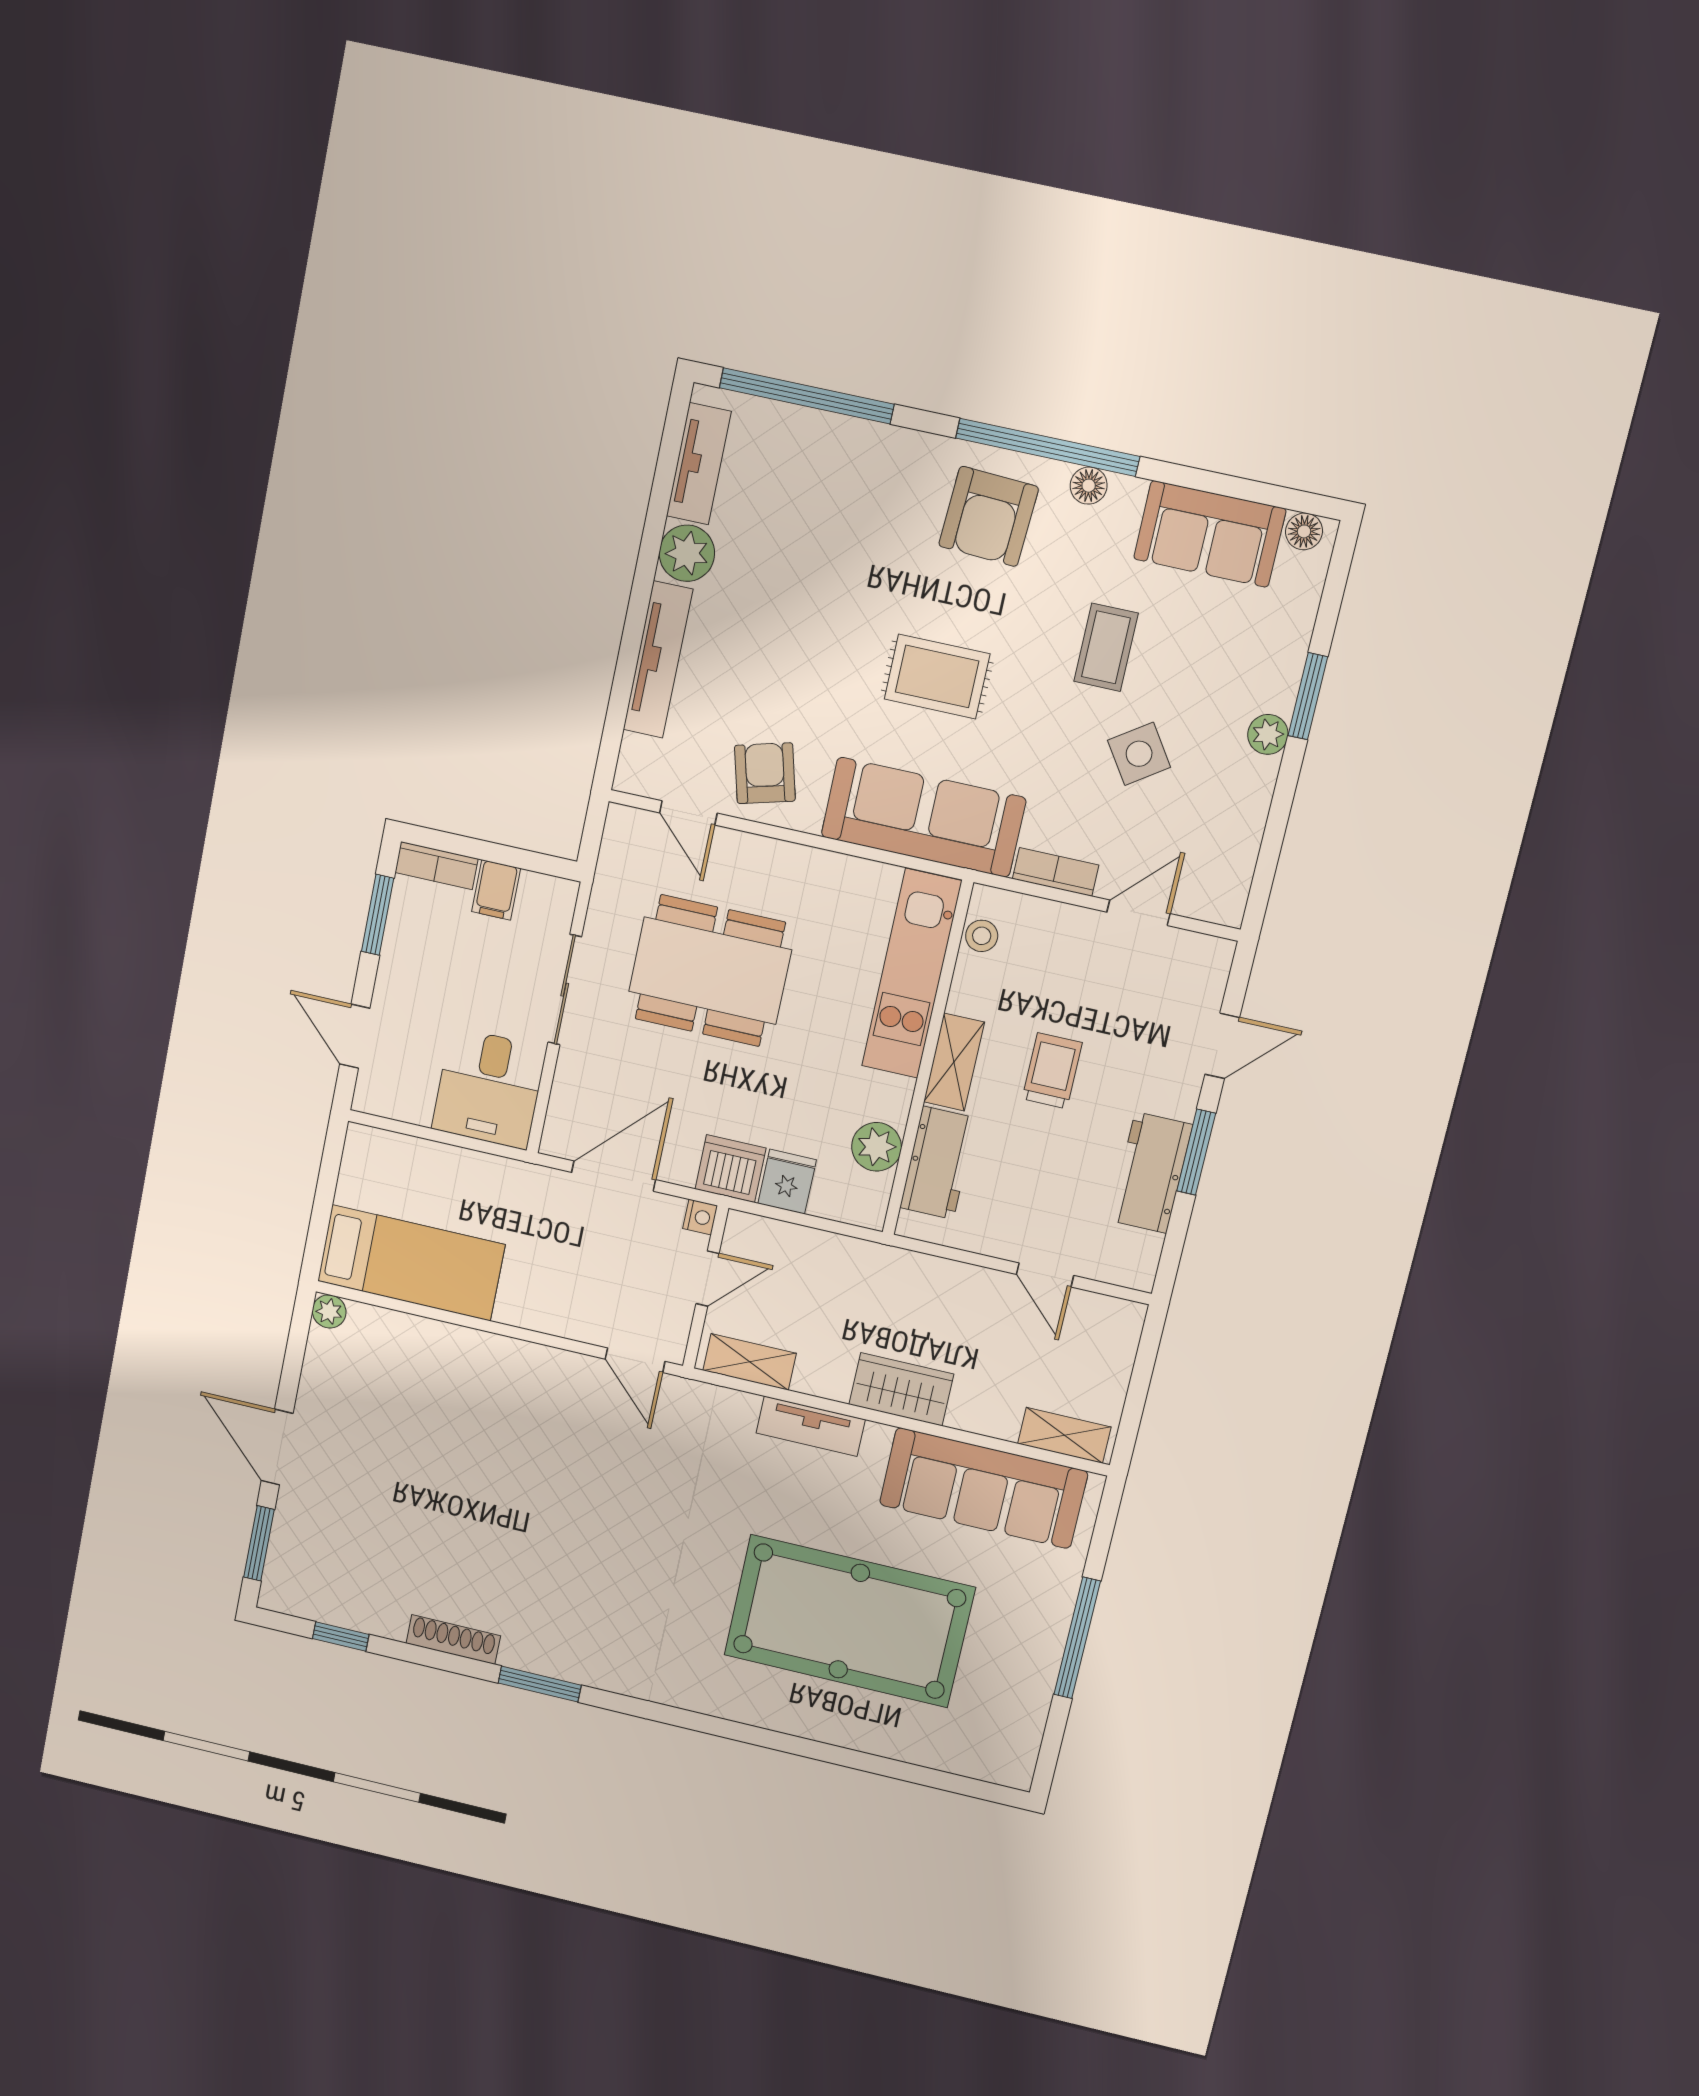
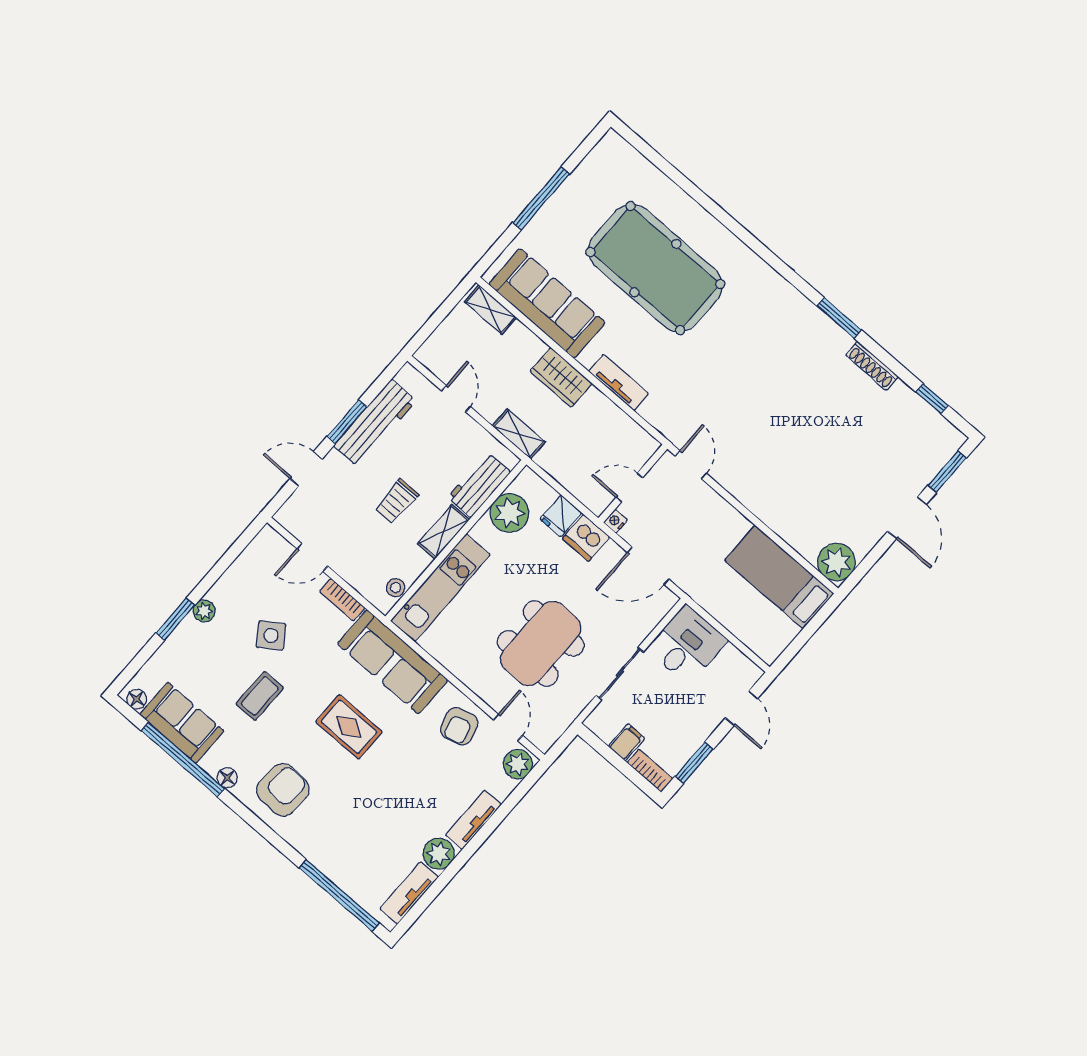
window: (1048, 447) -> (183, 760), moved
tv unit: (658, 660) -> (473, 820), width x0.71
plant: (642, 764) -> (518, 764), added
dining table: (710, 971) -> (541, 643), turned 90
plant: (877, 1147) -> (510, 513), width x1.36, depth x1.36
workbench: (1151, 1173) -> (375, 423), width x1.38
plant: (329, 1311) -> (836, 562), width x1.88, depth x1.88
shelving: (750, 1362) -> (519, 434), moved

